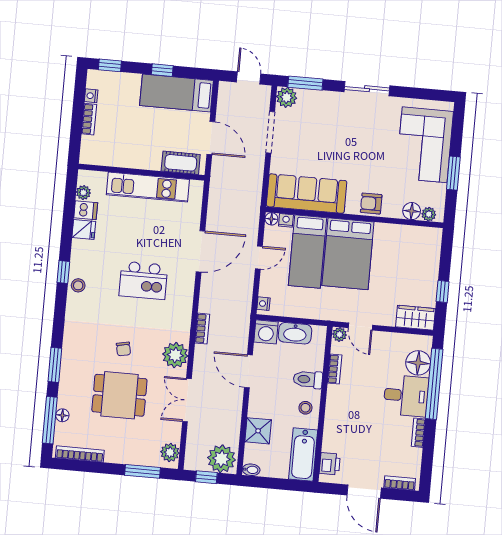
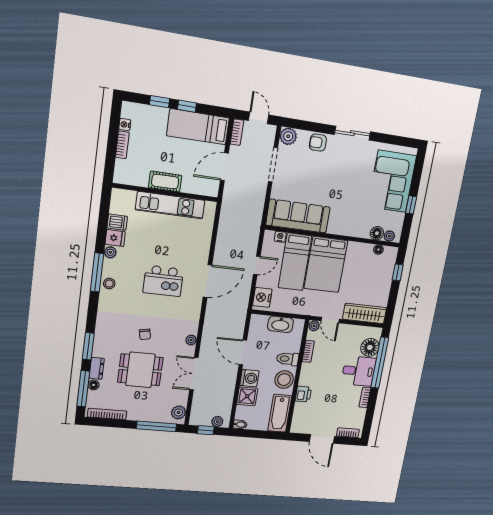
window: (110, 65) -> (159, 102), moved
window: (305, 83) -> (304, 125), removed
door: (211, 138) -> (224, 167), swing flipped
cot: (181, 163) -> (165, 181), moved
window: (453, 173) -> (411, 205), width x0.67
plant: (83, 193) -> (110, 252), moved
armchair: (371, 203) -> (318, 143), moved
floor lamp: (271, 219) -> (378, 250), moved
door: (200, 251) -> (208, 281), moved
window: (63, 272) -> (97, 272), width x2.17
window: (443, 291) -> (398, 273), moved
nightstand: (263, 304) -> (262, 297), width x1.89, depth x1.79
wardrobe: (416, 318) -> (365, 313), width x1.50
bookcase: (202, 329) -> (237, 132), moved
washing machine: (266, 332) -> (249, 378), moved, turned -90
plant: (175, 355) -> (191, 340), width x0.53, depth x0.53
dresser: (66, 394) -> (97, 368), added
stool: (305, 408) -> (284, 380), width x1.89, depth x1.89
plant: (221, 459) -> (217, 422), width x0.53, depth x0.53
printer: (330, 464) -> (303, 394), moved
window: (142, 471) -> (156, 426), width x1.44

